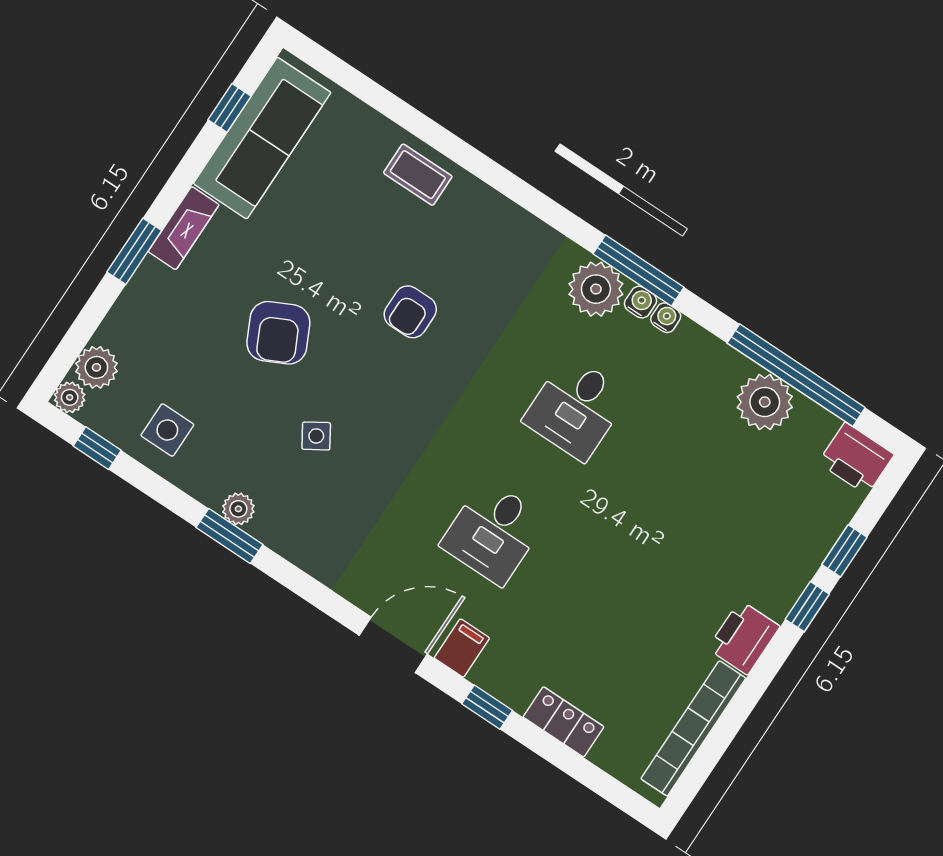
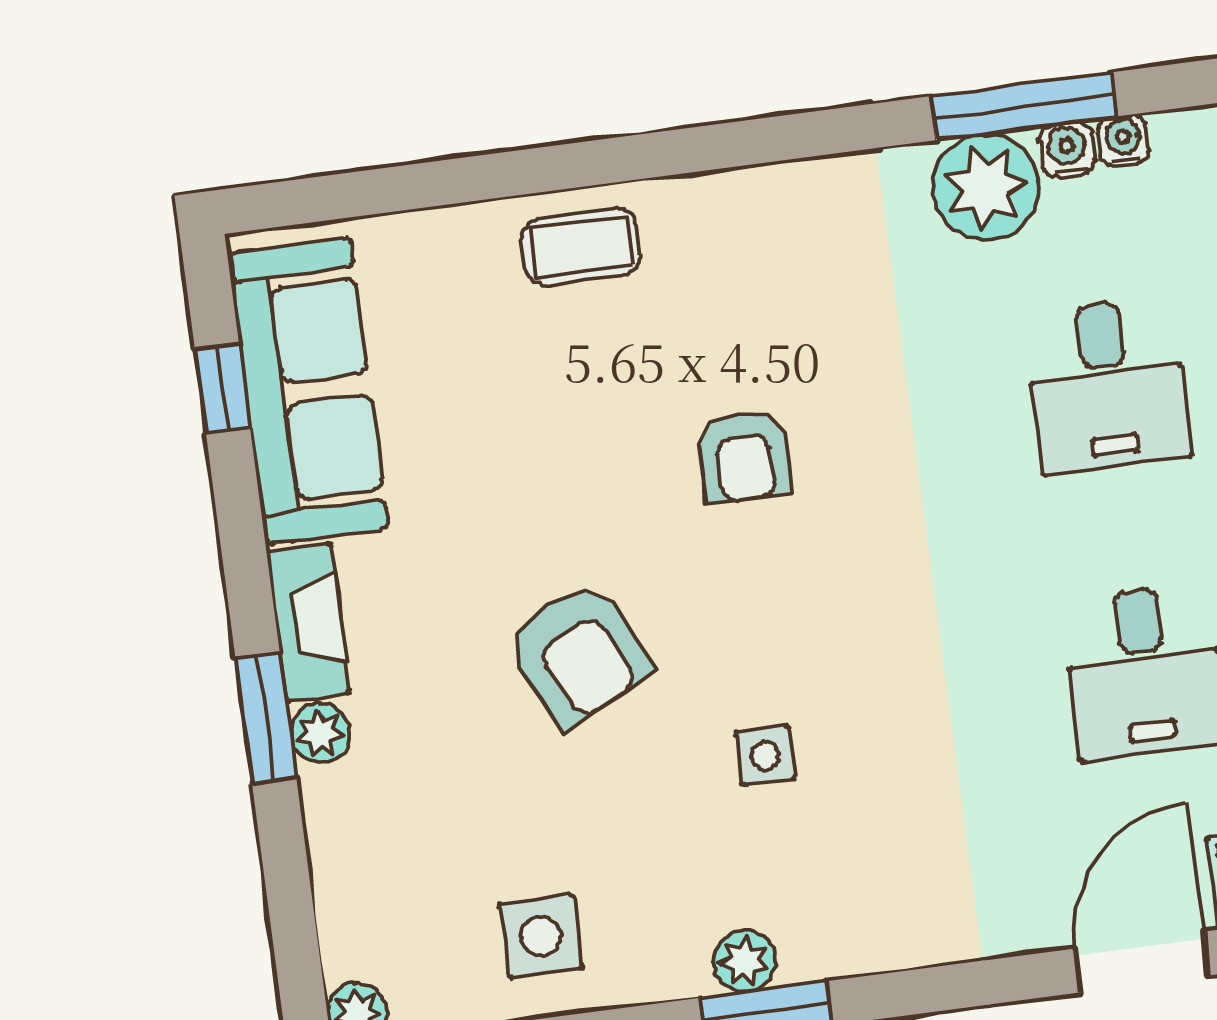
plant: (96, 367) -> (320, 733), moved, width x0.73, depth x0.73
side table: (316, 436) -> (765, 756), turned 32

